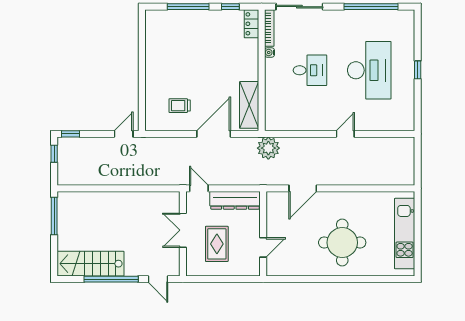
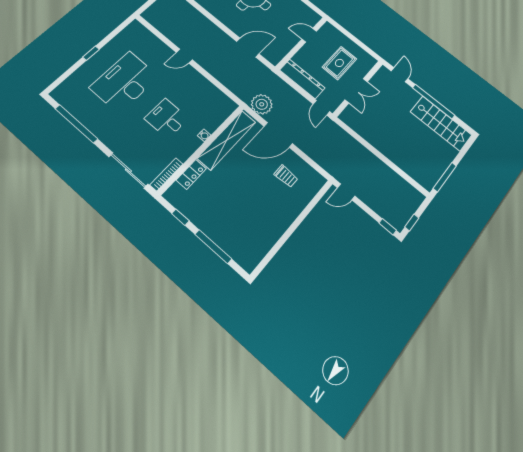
locker: (251, 24) -> (191, 174), moved
water cooler: (269, 52) -> (204, 135), moved
shelving: (249, 105) -> (227, 140), width x1.47
plant: (268, 148) -> (262, 104), moved

